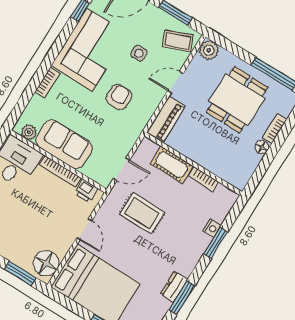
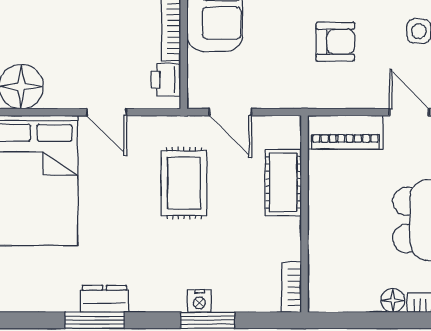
bookcase: (204, 179) -> (291, 287), moved
nightstand: (212, 228) -> (199, 301), moved
door: (84, 229) -> (107, 112), hinge flipped

